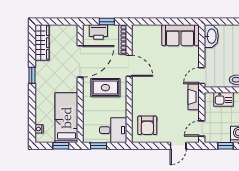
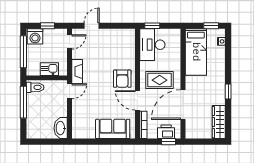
window: (107, 22) -> (168, 142), moved
sofa: (180, 35) -> (113, 129), moved
armchair: (147, 125) -> (122, 79), moved, turned 180
desk: (113, 130) -> (152, 45), width x1.37
window: (61, 146) -> (211, 26), moved
window: (98, 146) -> (152, 26), moved

